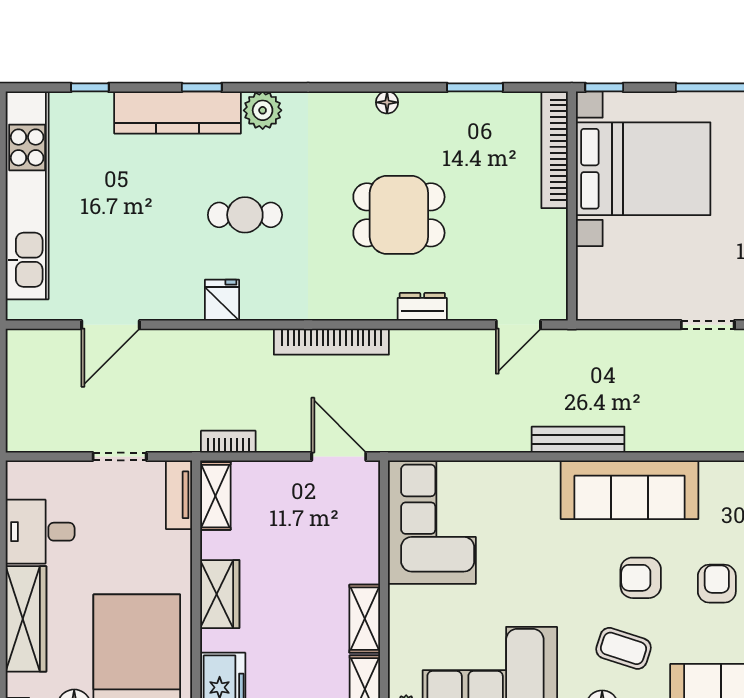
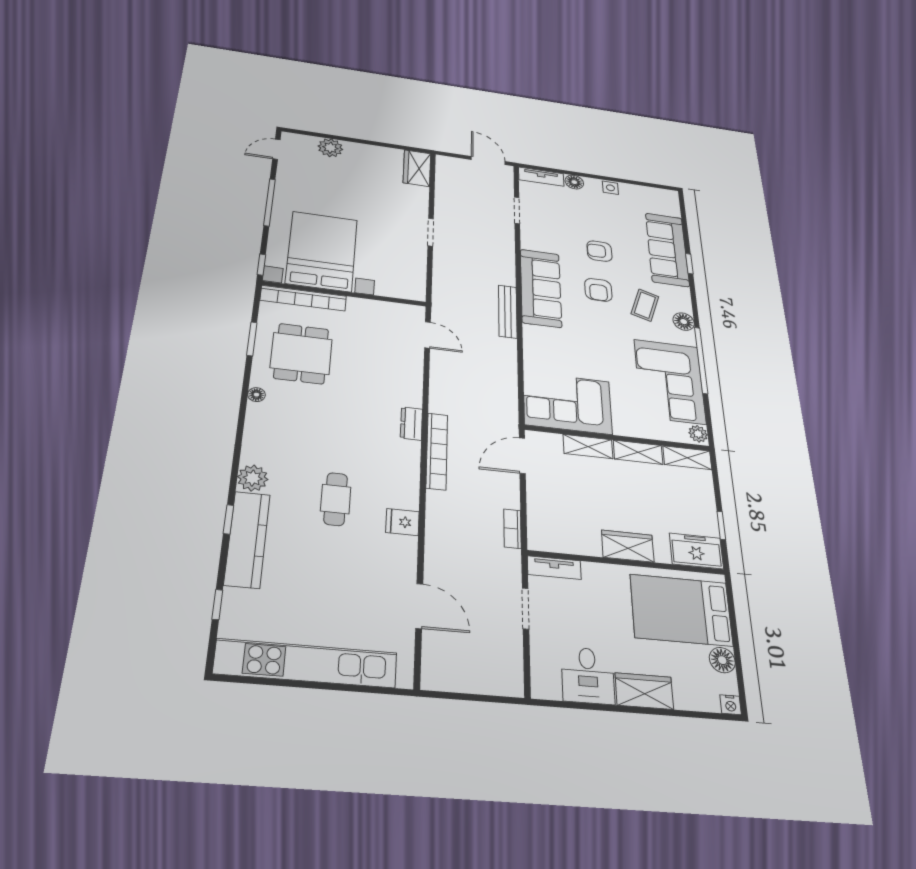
dining table: (399, 215) -> (301, 354), moved
dresser: (422, 307) -> (411, 424), moved
shelving: (215, 496) -> (588, 447), moved
wardrobe: (26, 619) -> (644, 691), width x0.67

